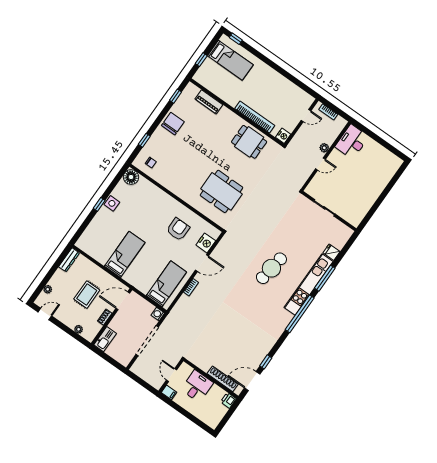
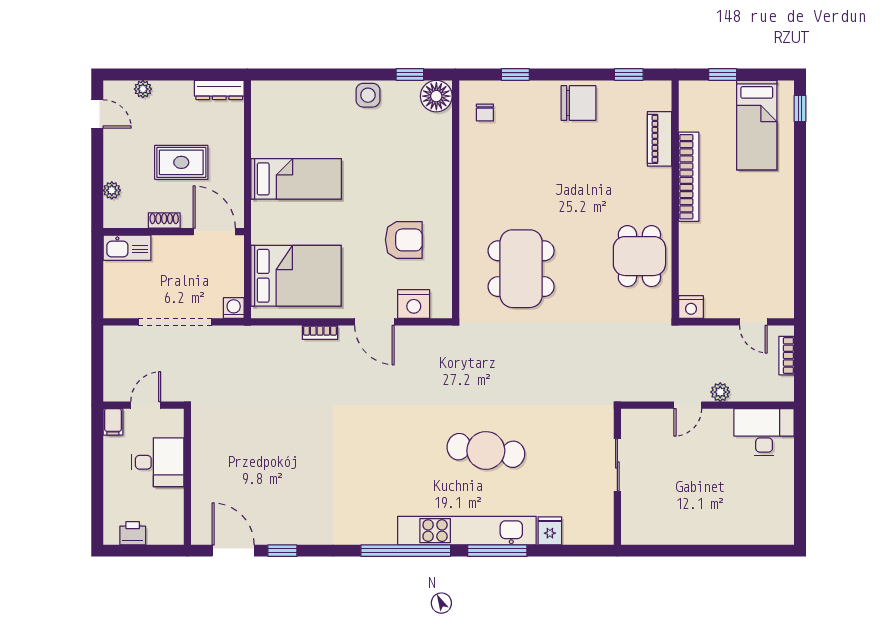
bookcase: (255, 117) -> (689, 177), moved
door: (320, 164) -> (688, 405), hinge flipped
window: (99, 204) -> (410, 75), moved
cafe table: (271, 268) -> (486, 450), moved
bed: (166, 284) -> (296, 276), width x1.50
shoe rack: (223, 379) -> (201, 497), removed
printer: (228, 400) -> (133, 533), moved

